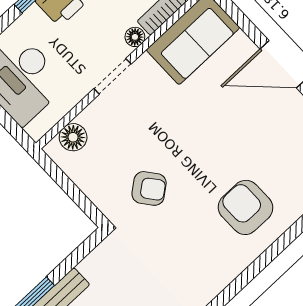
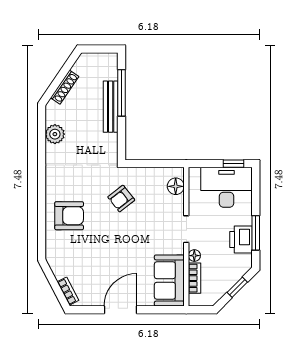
armchair: (245, 207) -> (69, 216), moved

